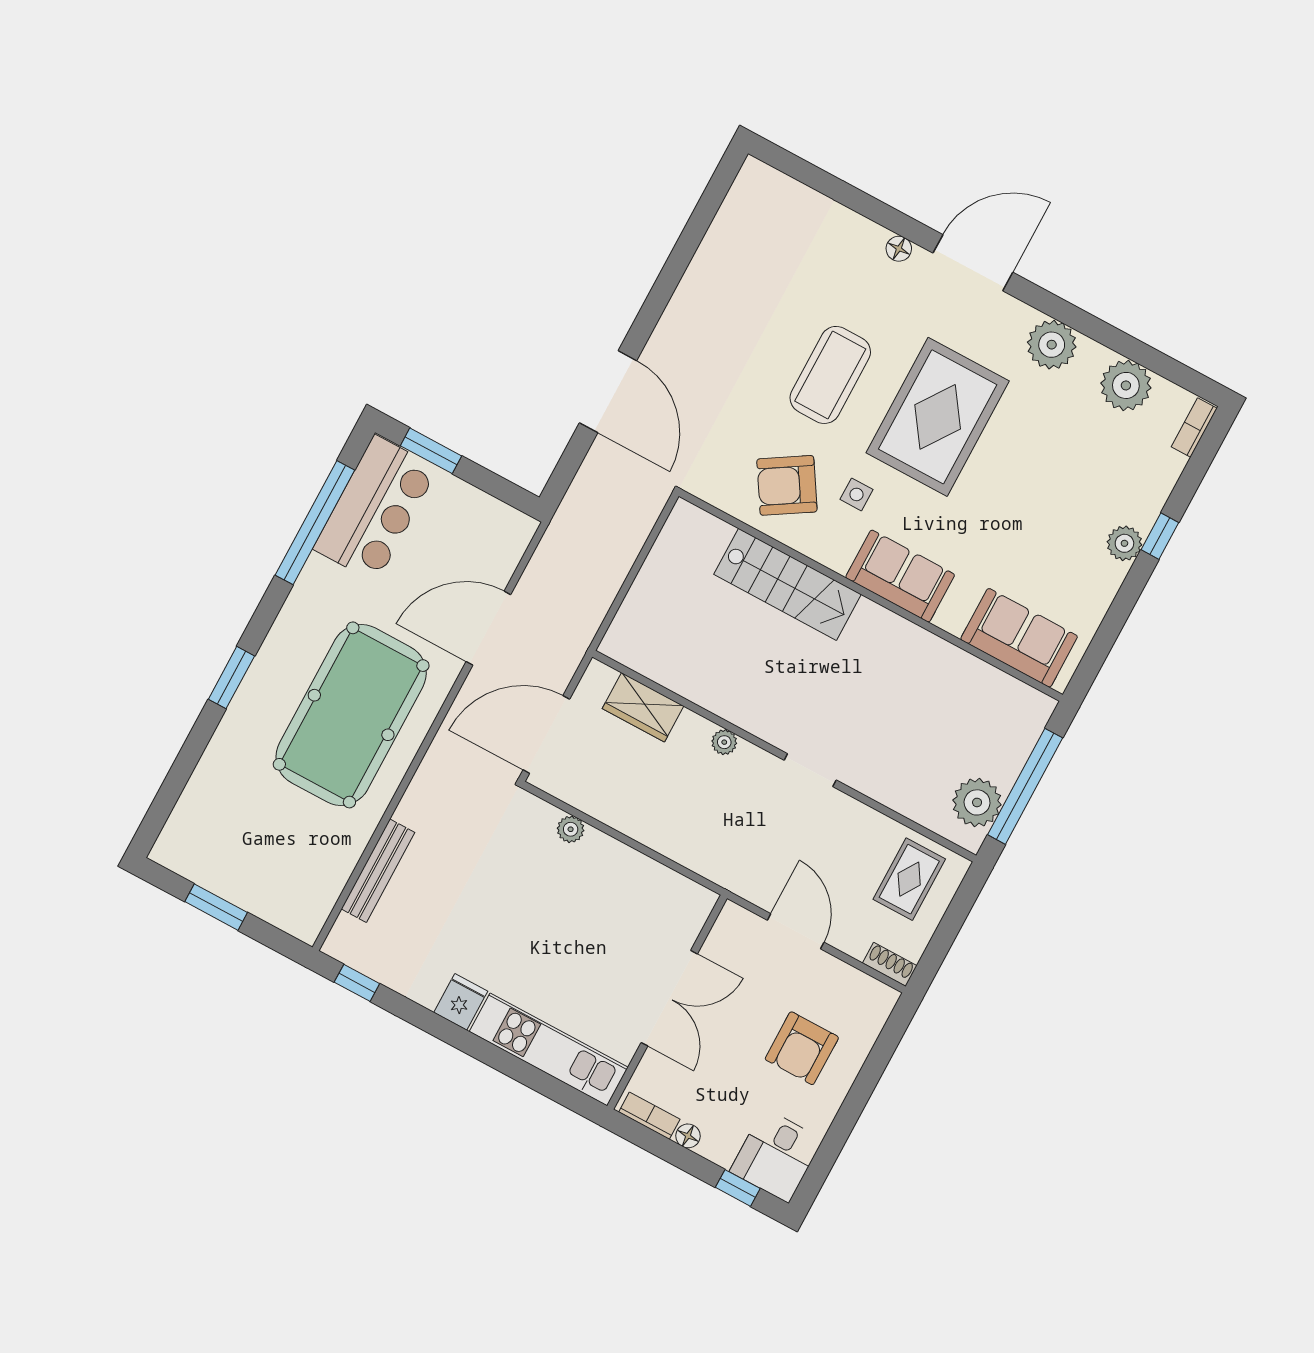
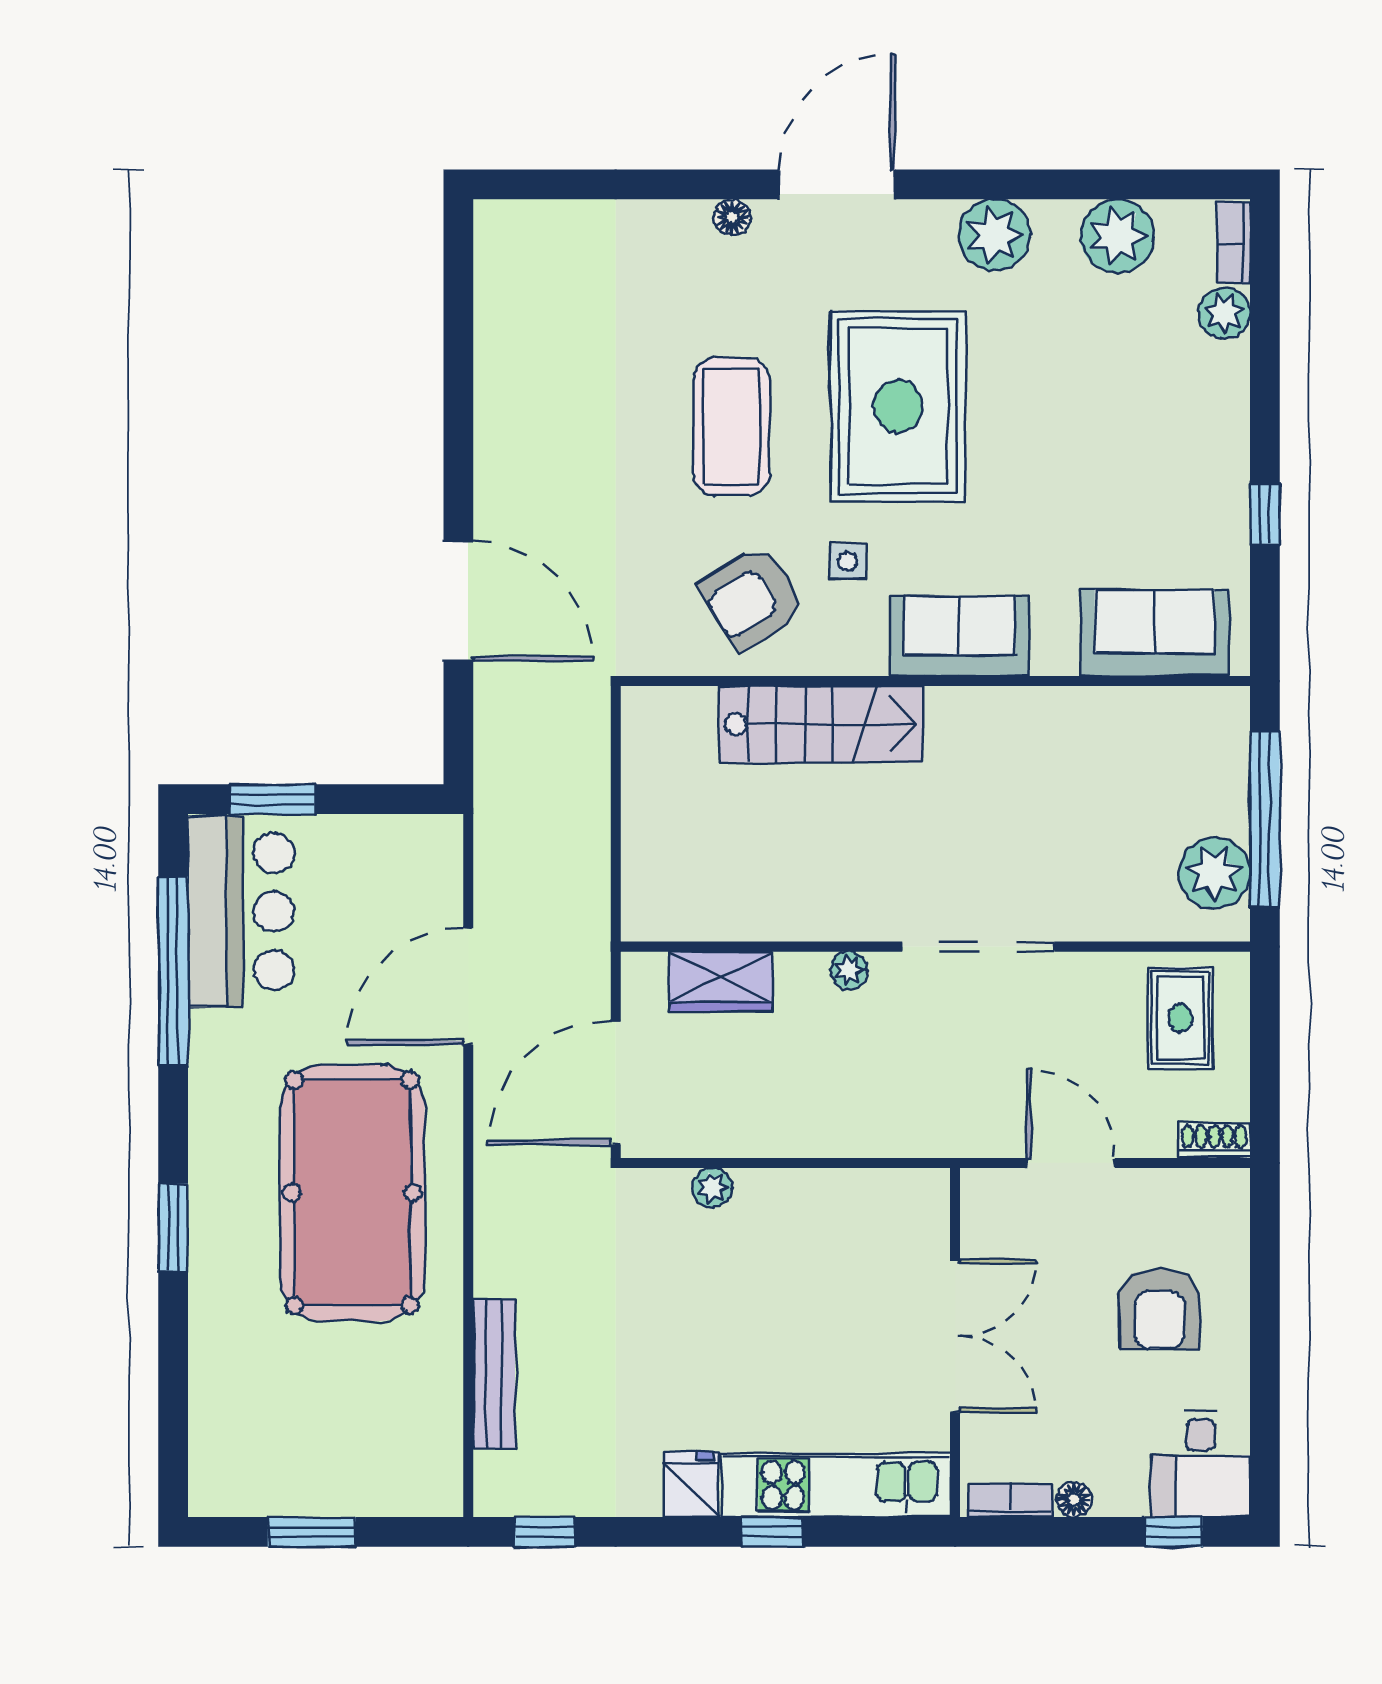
window: (1160, 536) -> (1265, 513), moved
plant: (1124, 543) -> (1224, 313), moved
doorway: (810, 770) -> (978, 947), width x1.87
window: (495, 1057) -> (772, 1532), added

